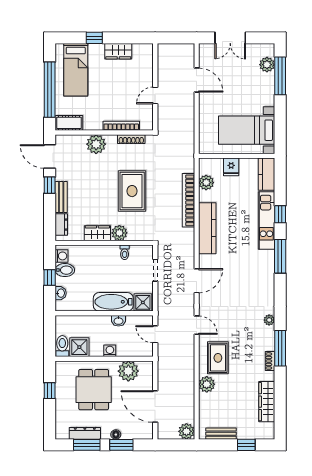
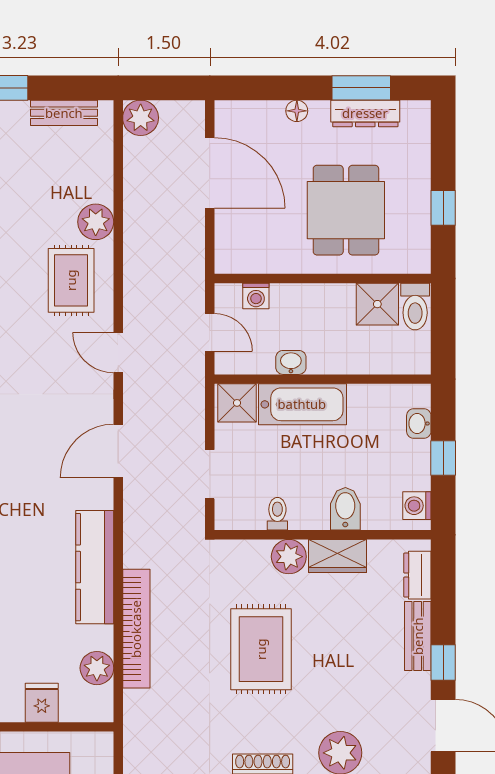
bidet: (65, 270) -> (345, 509), moved, turned 90
washing machine: (110, 351) -> (256, 296), moved
plant: (128, 371) -> (269, 251), removed
window: (121, 445) -> (285, 88), removed

